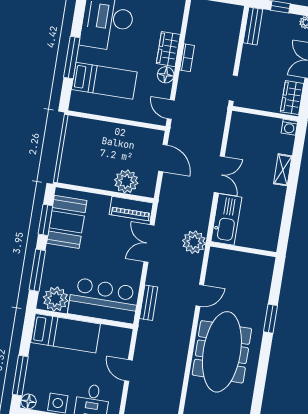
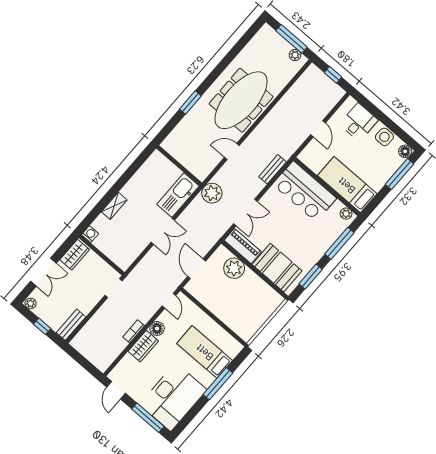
double door: (219, 174) -> (163, 231), swing flipped
booth: (67, 222) -> (277, 268), moved, turned 90
plant: (56, 299) -> (346, 214), width x0.53, depth x0.53

